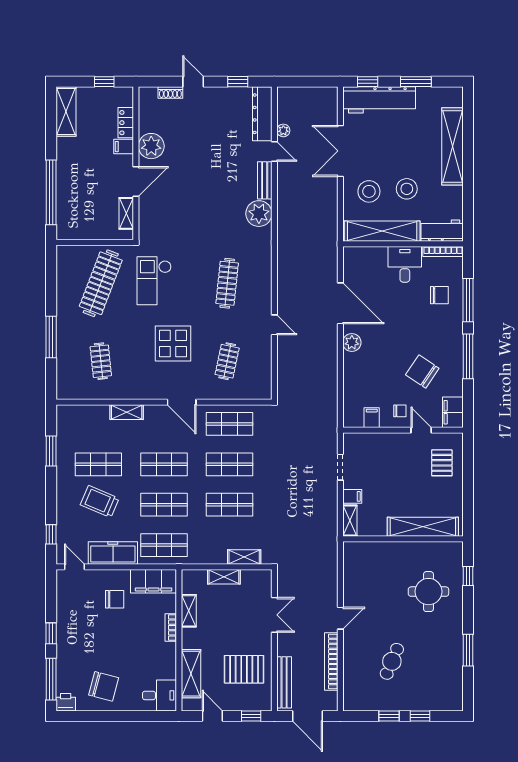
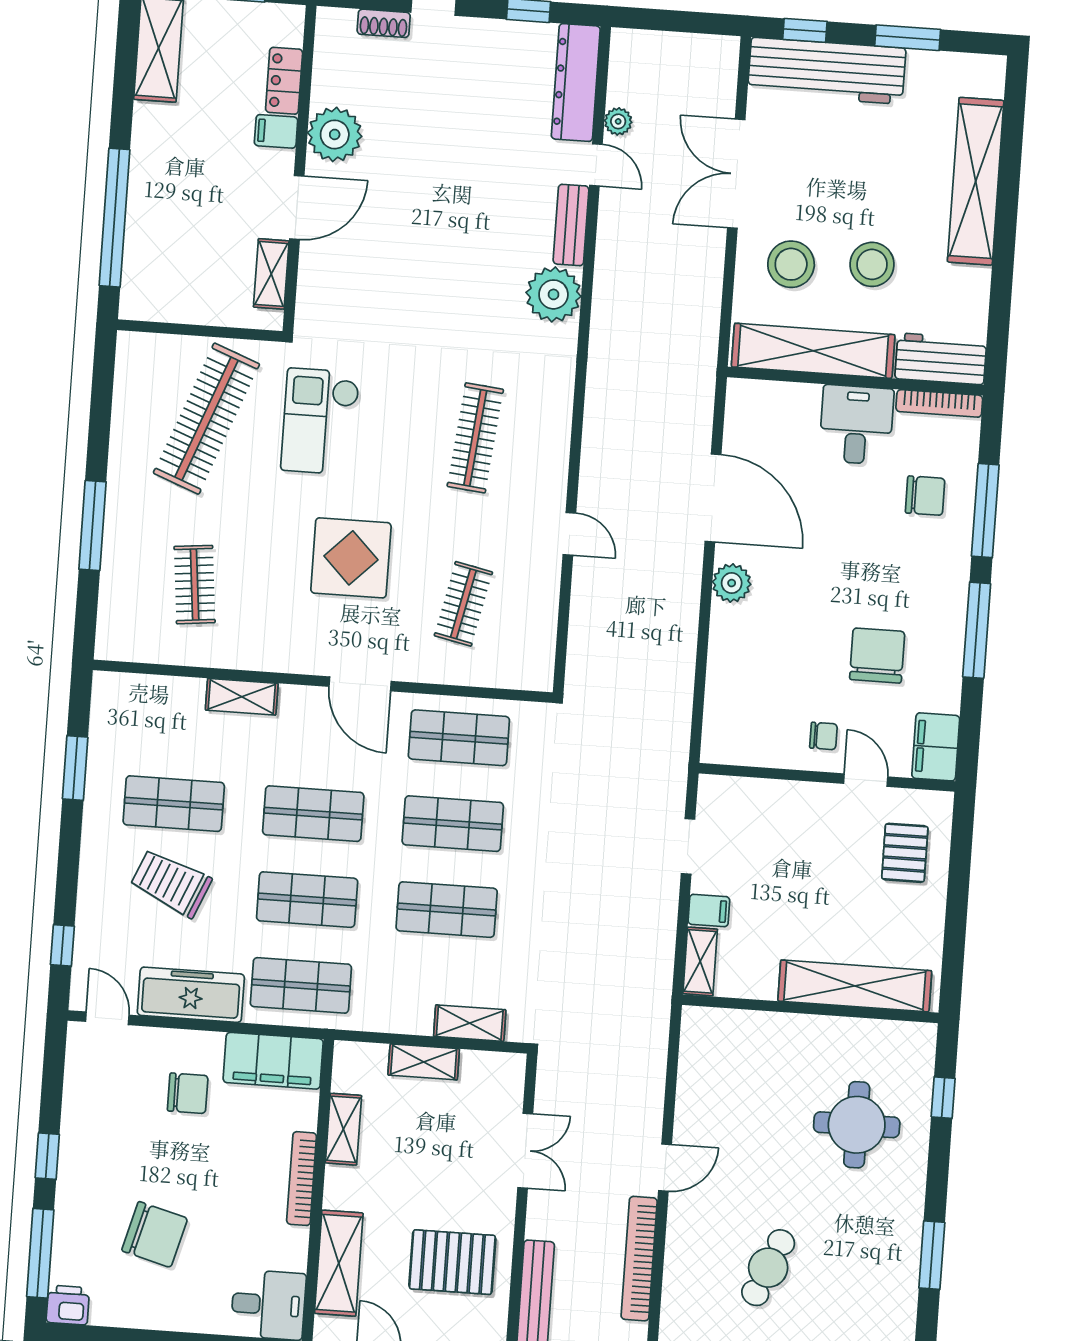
chair: (422, 372) -> (877, 656), turned 56
filing cabinet: (372, 418) -> (762, 746), removed
bookcase: (171, 628) -> (302, 1179), width x1.56
chair: (104, 686) -> (155, 1234), moved

